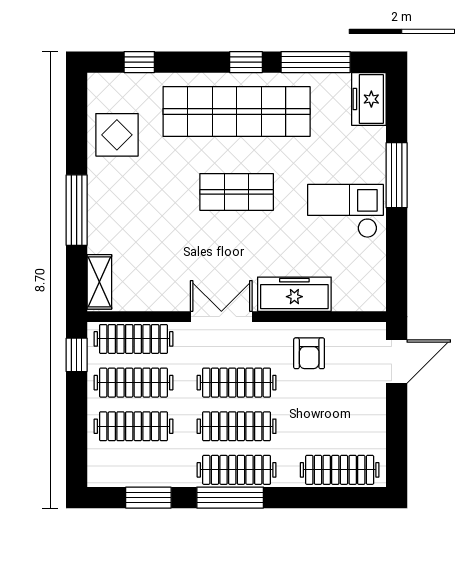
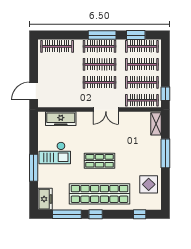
freezer: (294, 294) -> (61, 119), moved
armchair: (309, 353) -> (70, 94), removed
clothes rail: (133, 470) -> (142, 46), added

